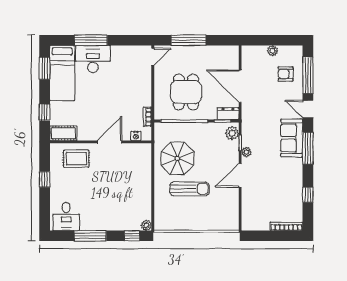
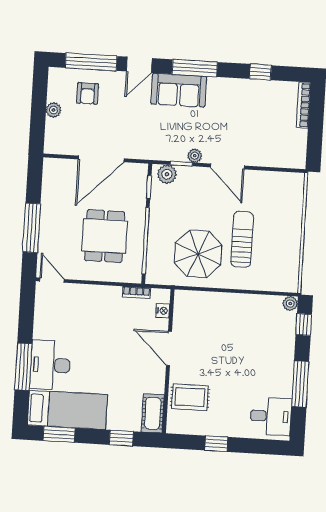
dining table: (186, 92) -> (105, 236), turned 90
dresser: (228, 114) -> (139, 178), removed
rug: (76, 159) -> (190, 397), turned 90

